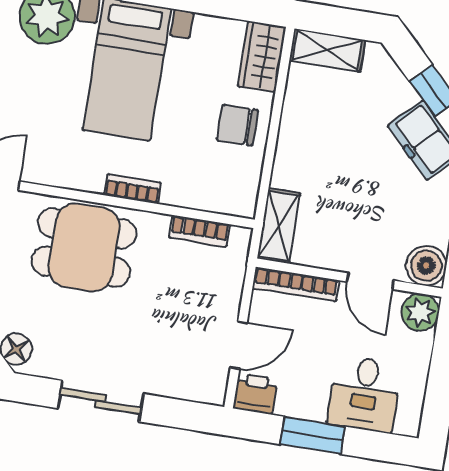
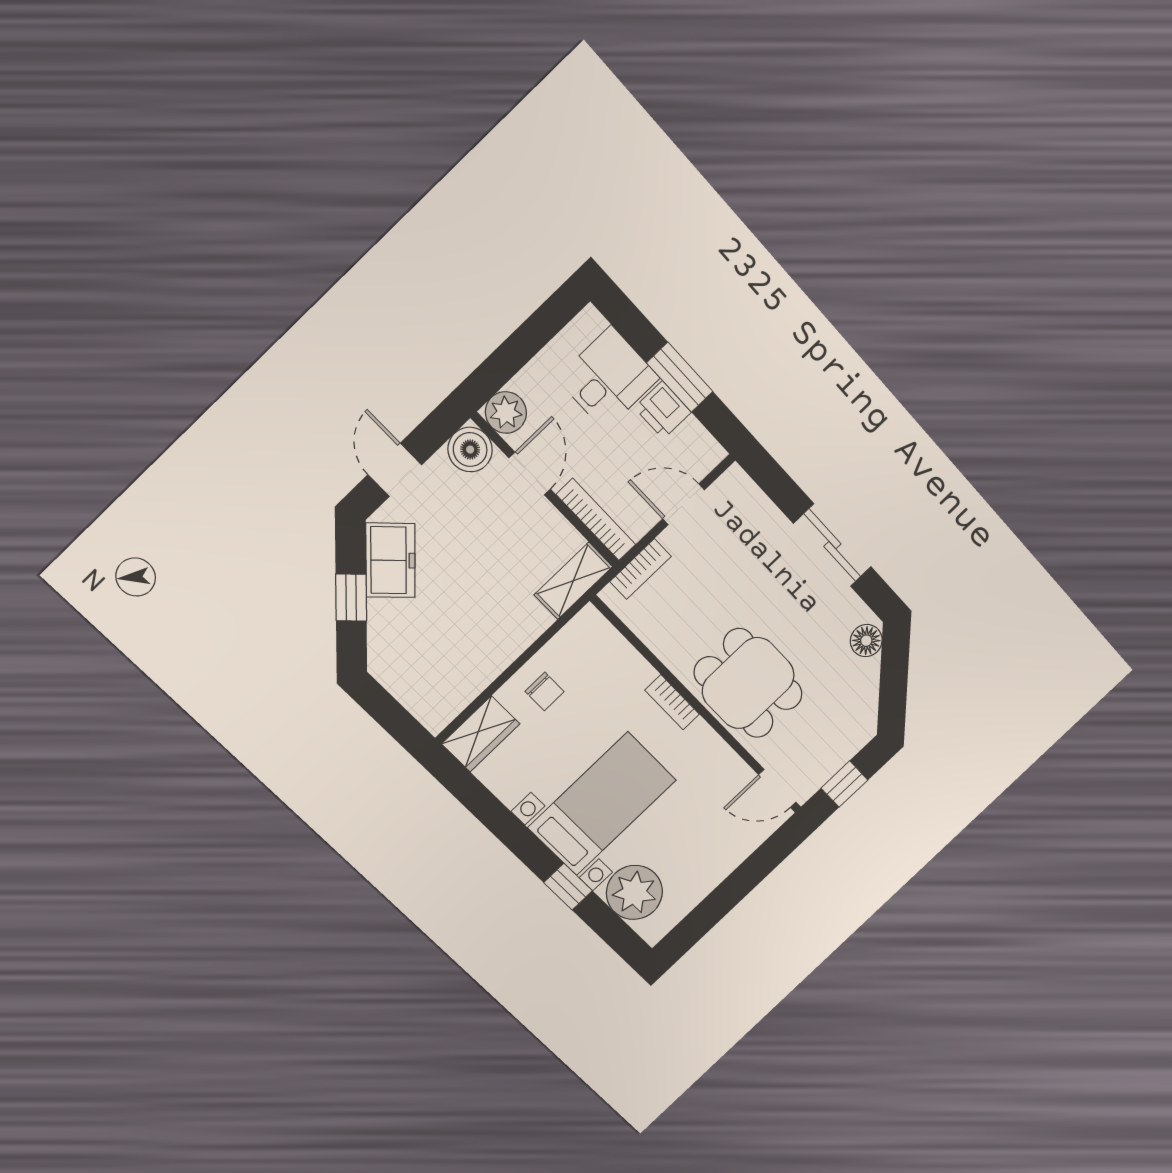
shelving: (327, 50) -> (420, 699), removed
chair: (237, 125) -> (545, 691), width x0.73, depth x0.73
bookcase: (199, 231) -> (641, 569), moved, turned 90
printer: (255, 394) -> (663, 410), moved

